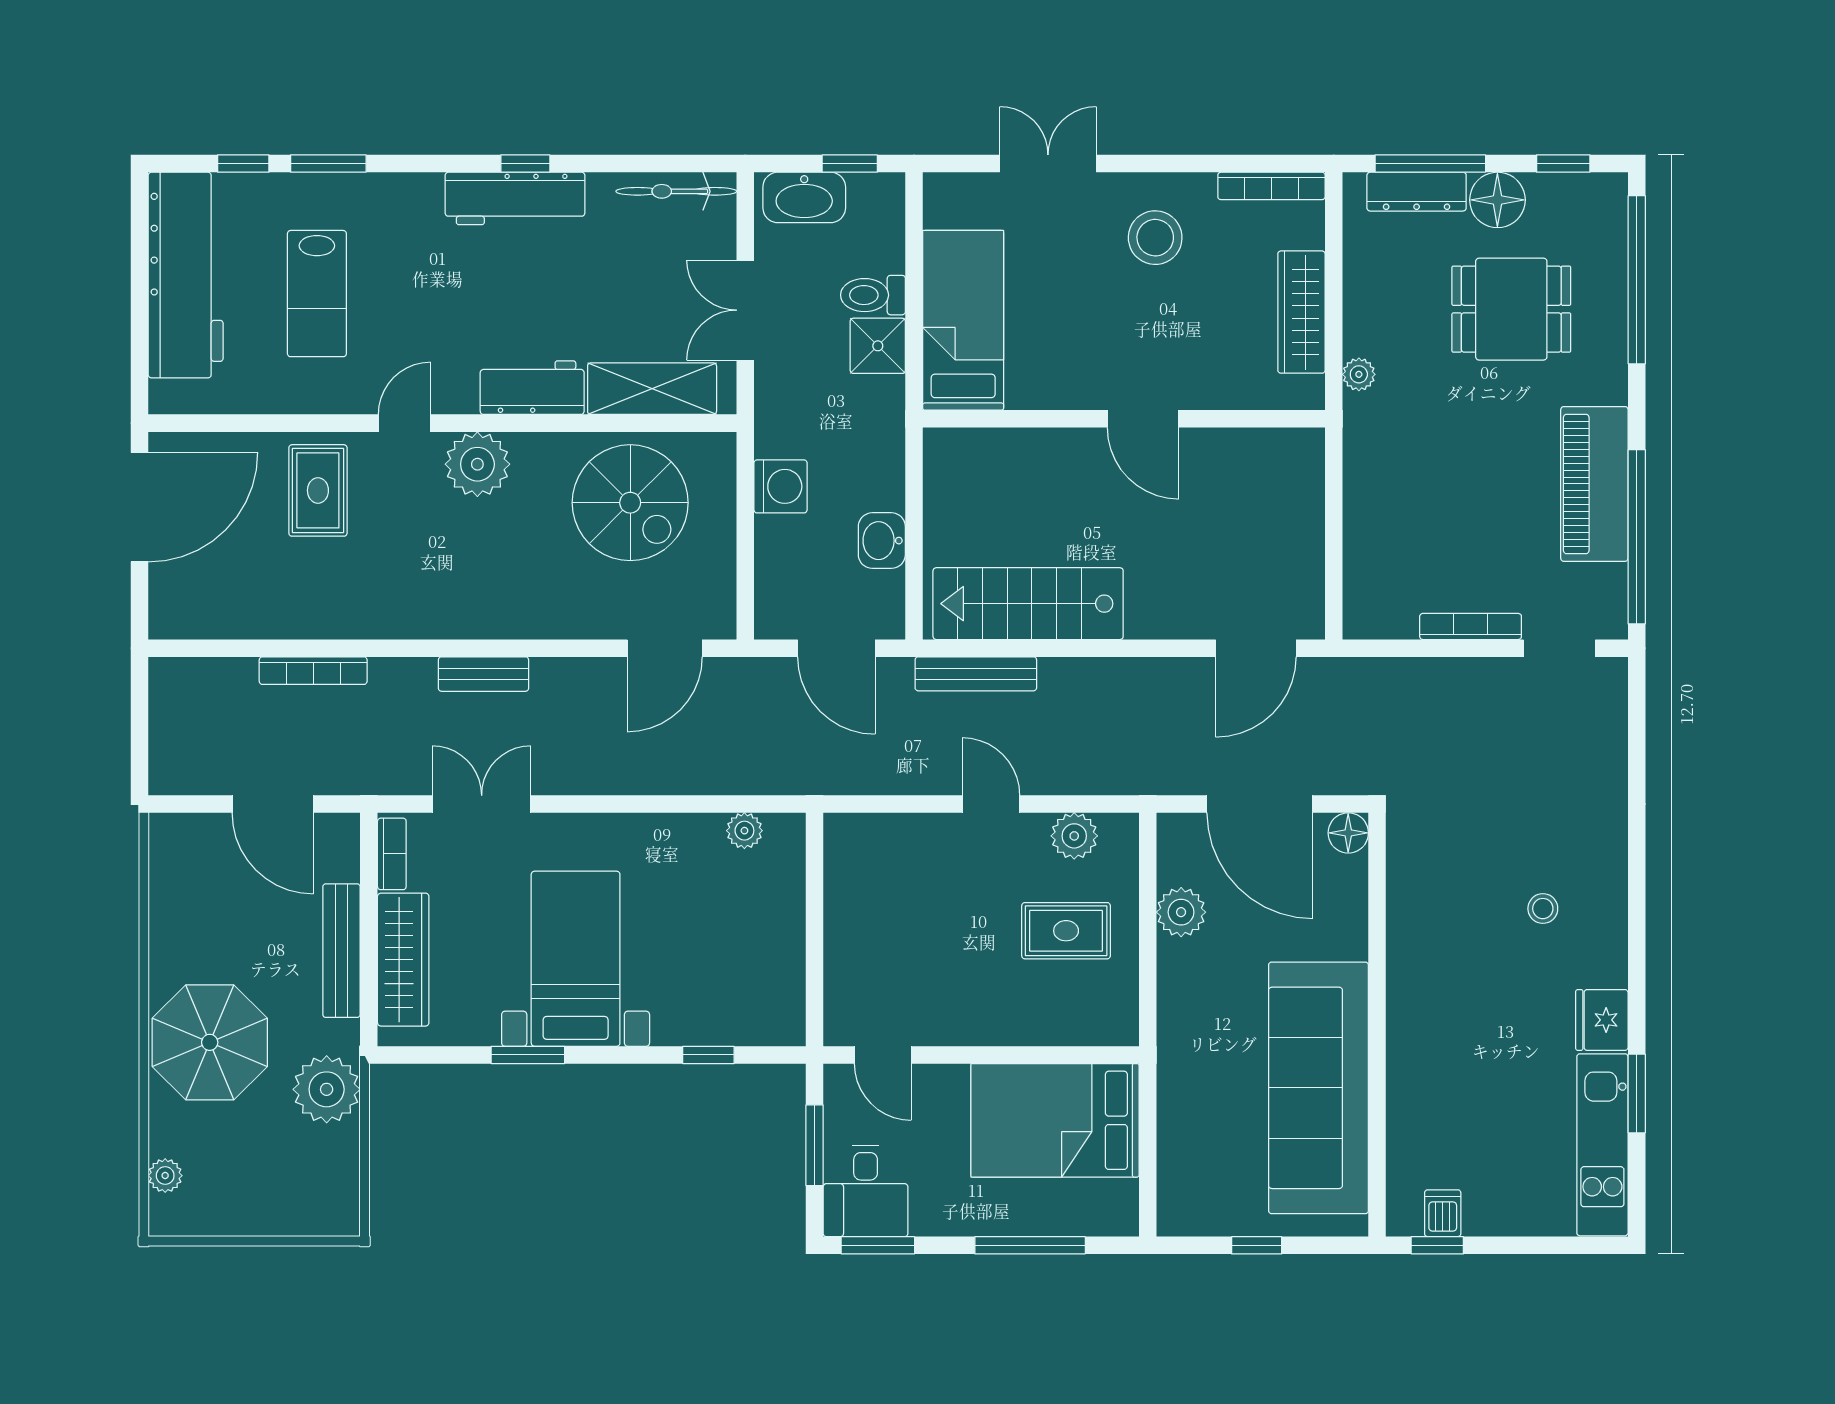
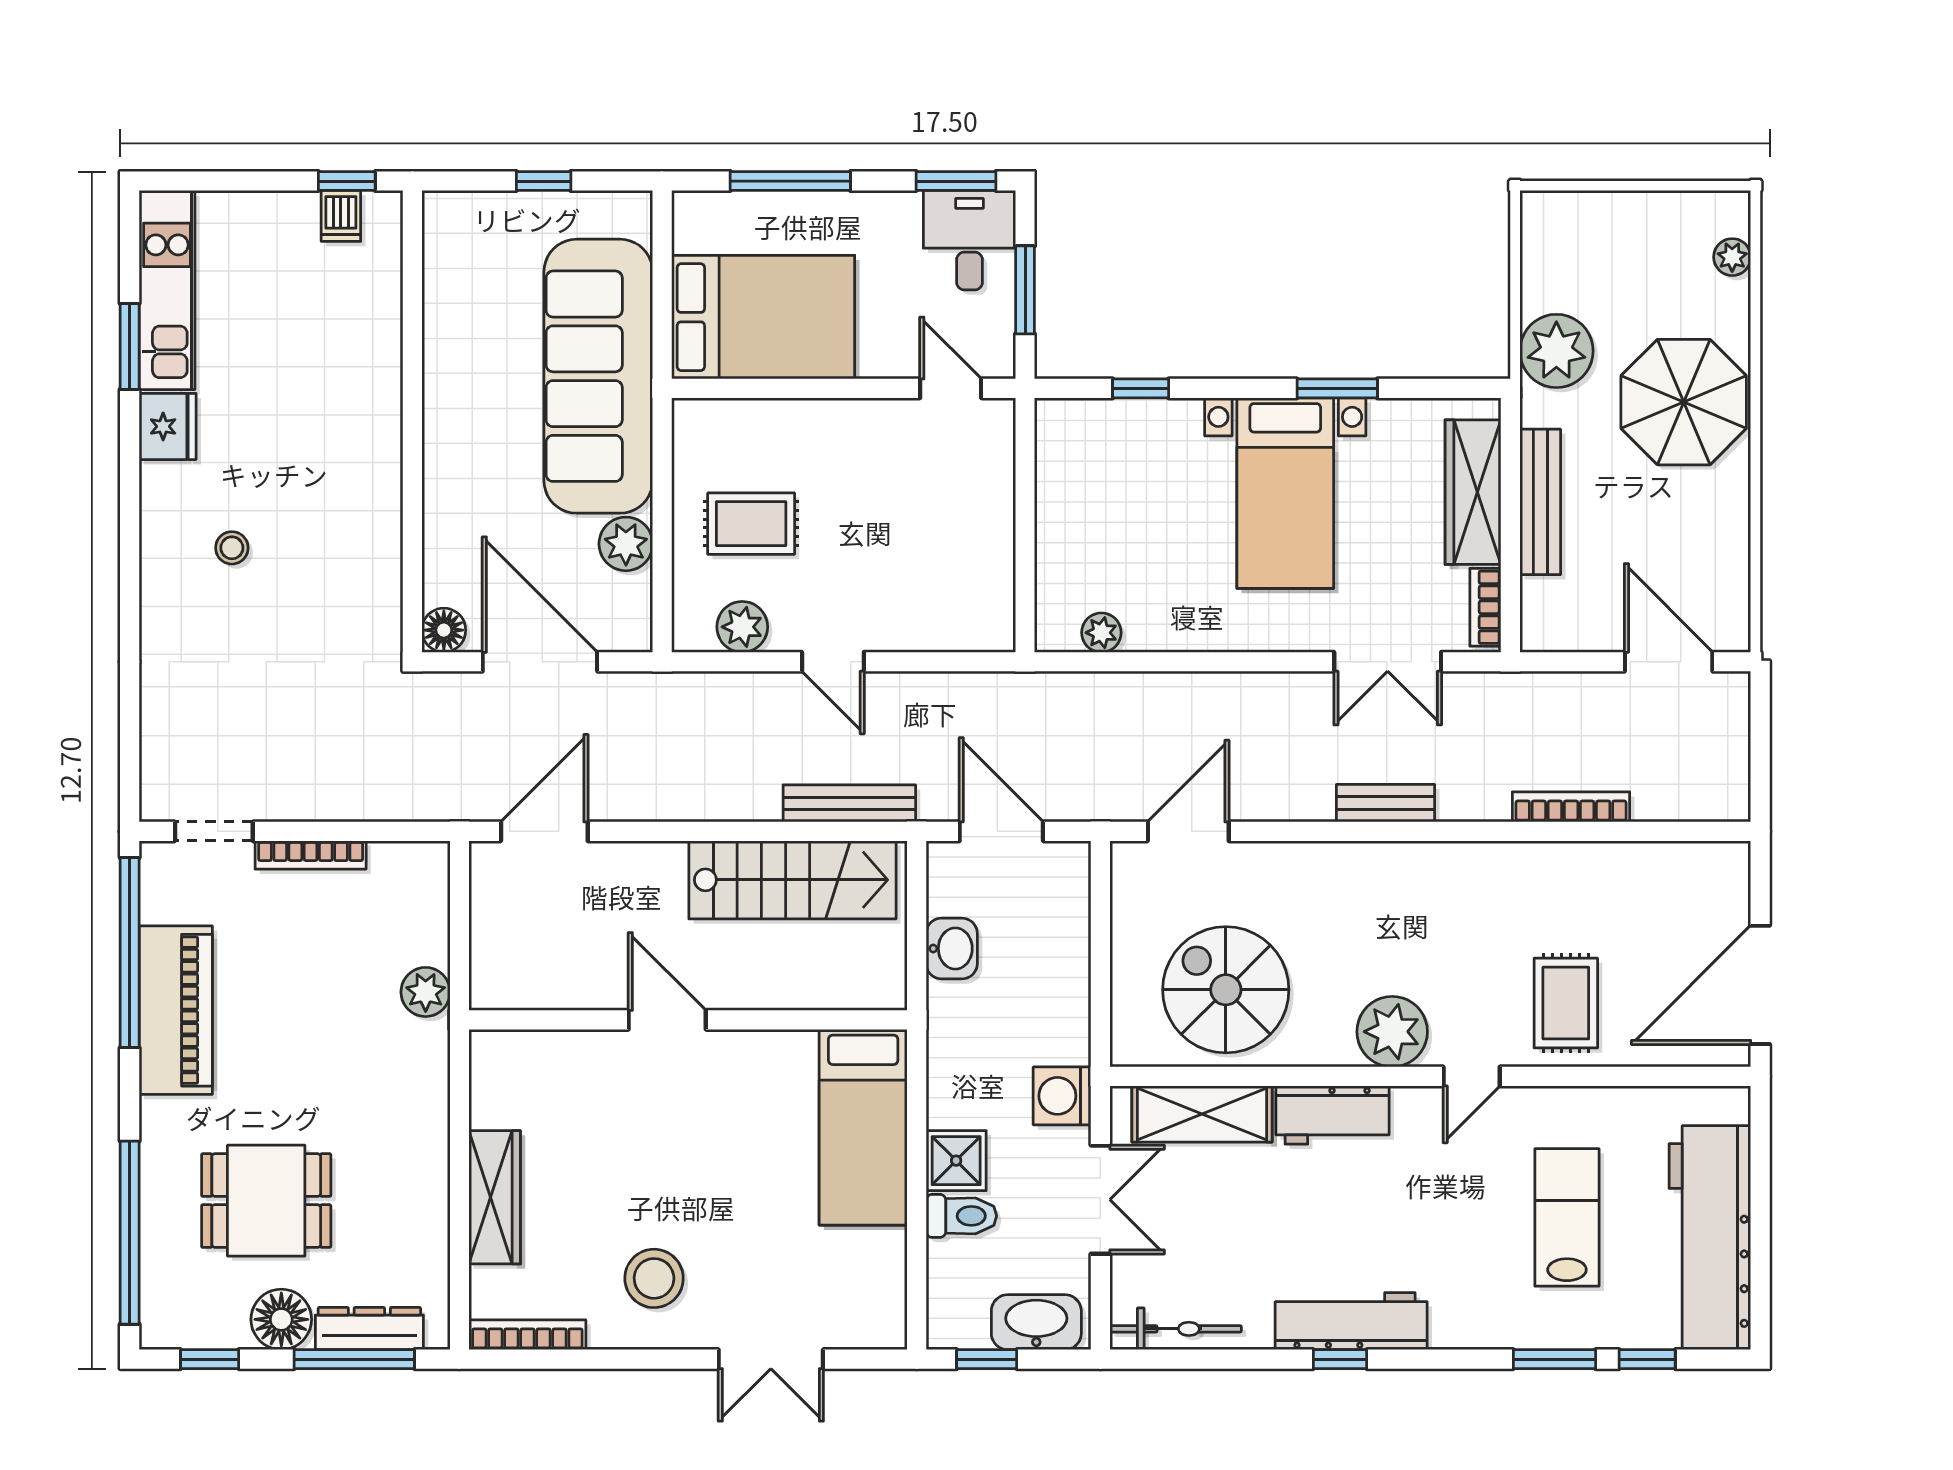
bed: (963, 320) -> (863, 1127), moved
plant: (1359, 374) -> (426, 992), moved, width x1.38, depth x1.38
wall: (1124, 419) -> (688, 1020), moved
door: (1143, 419) -> (667, 1020), moved
washing machine: (781, 486) -> (1062, 1096), moved
door: (273, 804) -> (1669, 662), moved
sofa: (1318, 1088) -> (598, 376), moved, turned 180

